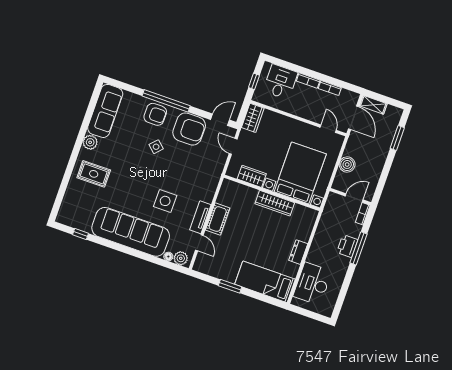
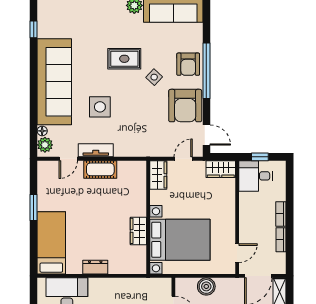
desk: (280, 82) -> (256, 176), moved, turned 180
rug: (94, 174) -> (124, 59), moved, turned 90
wardrobe: (252, 176) -> (158, 175), moved
wardrobe: (275, 203) -> (138, 231), width x0.67

